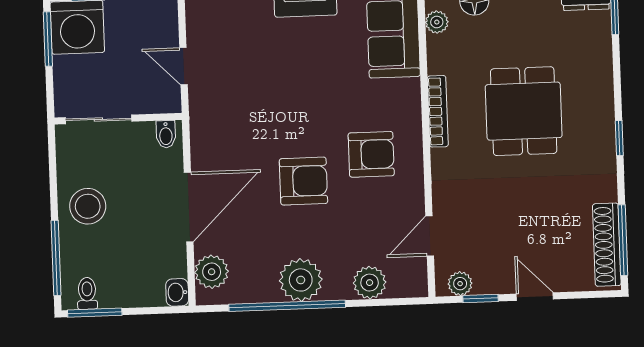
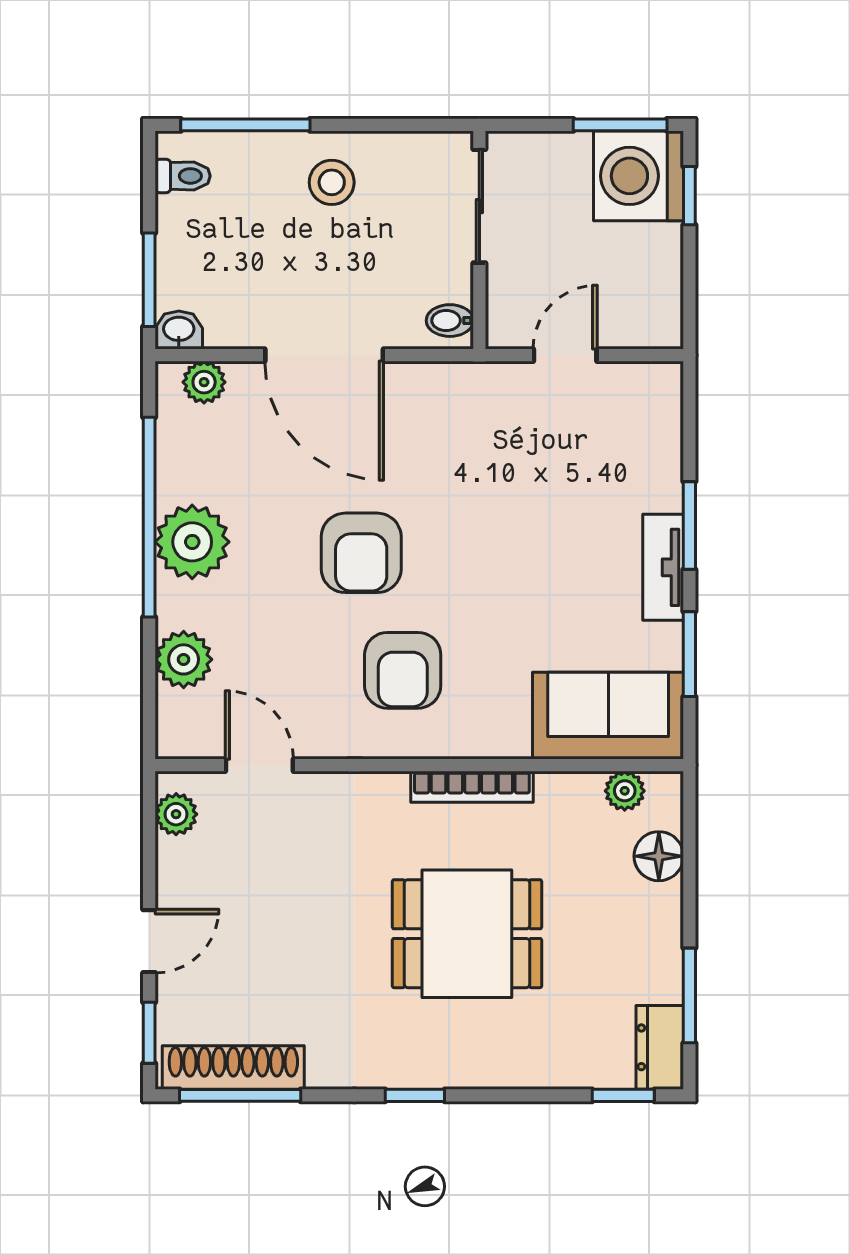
stool: (88, 206) -> (332, 182), width x0.73, depth x0.73
plant: (212, 272) -> (204, 382), width x0.73, depth x0.73
window: (480, 299) -> (149, 1033), moved
window: (95, 313) -> (149, 280), moved

